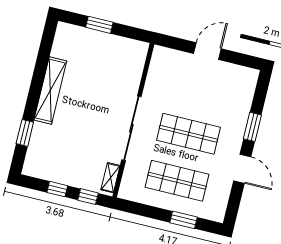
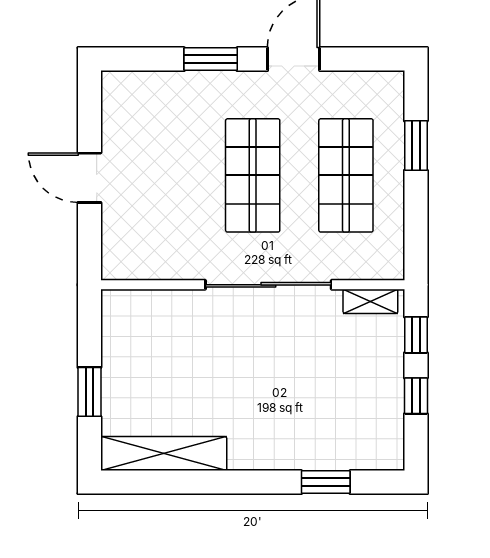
shelving: (50, 90) -> (164, 454), moved

